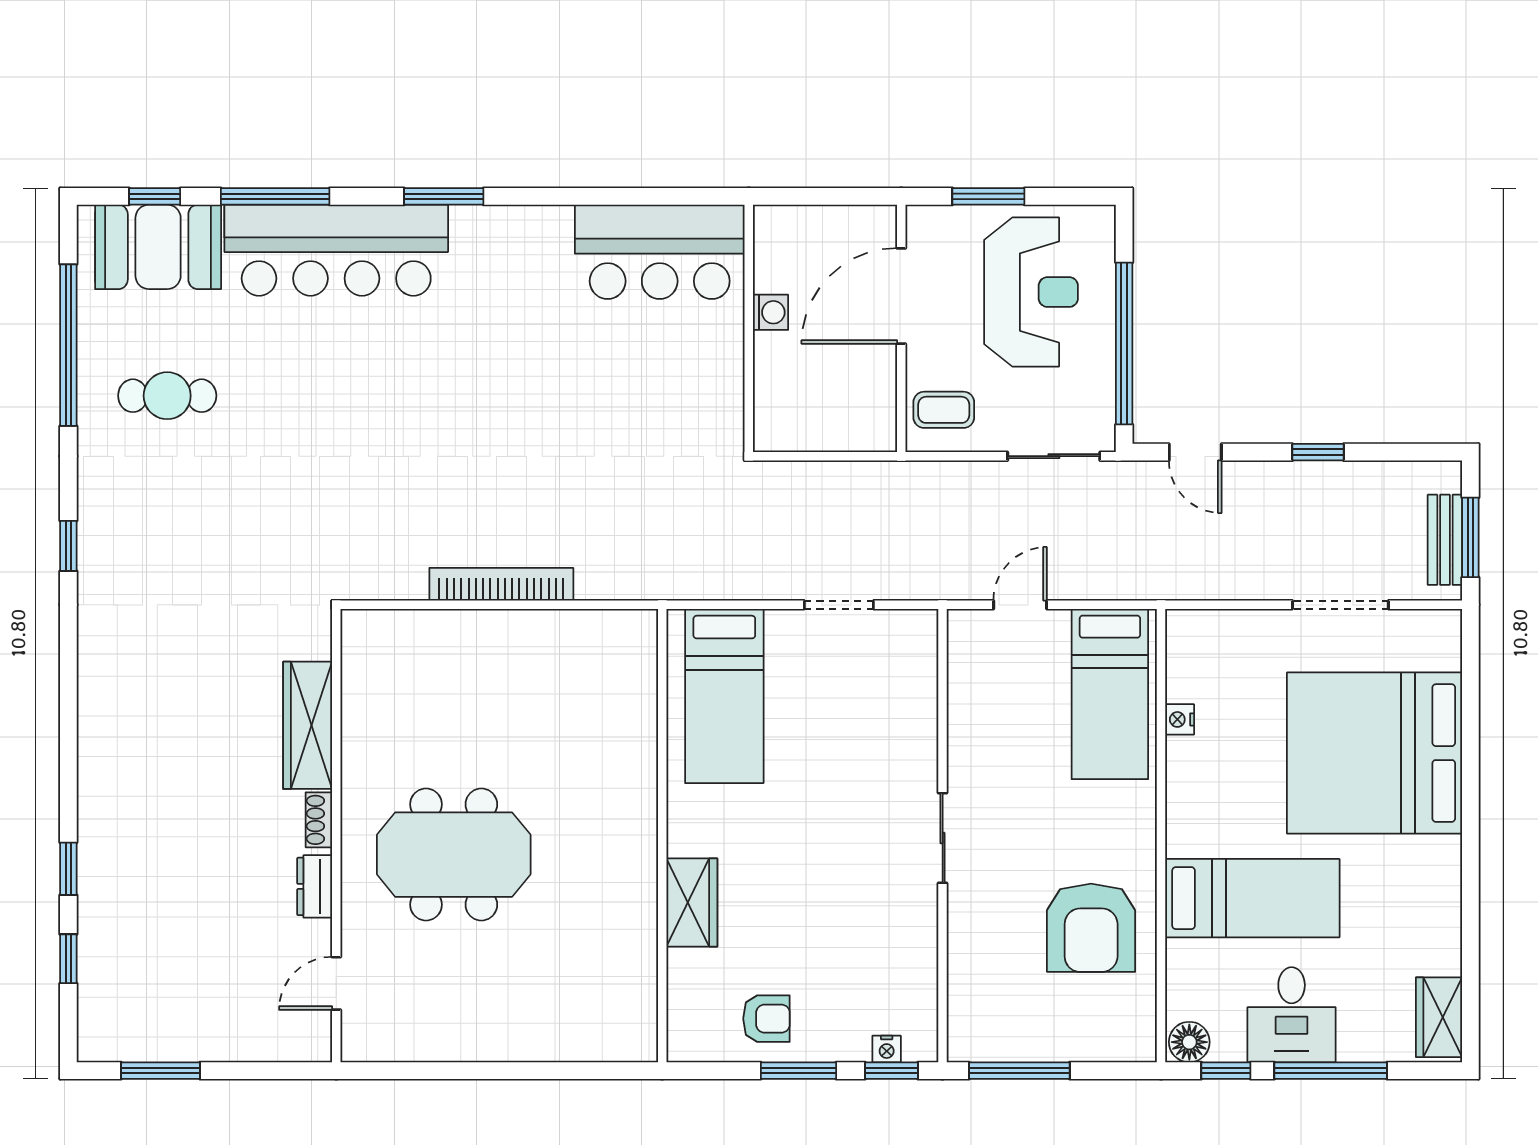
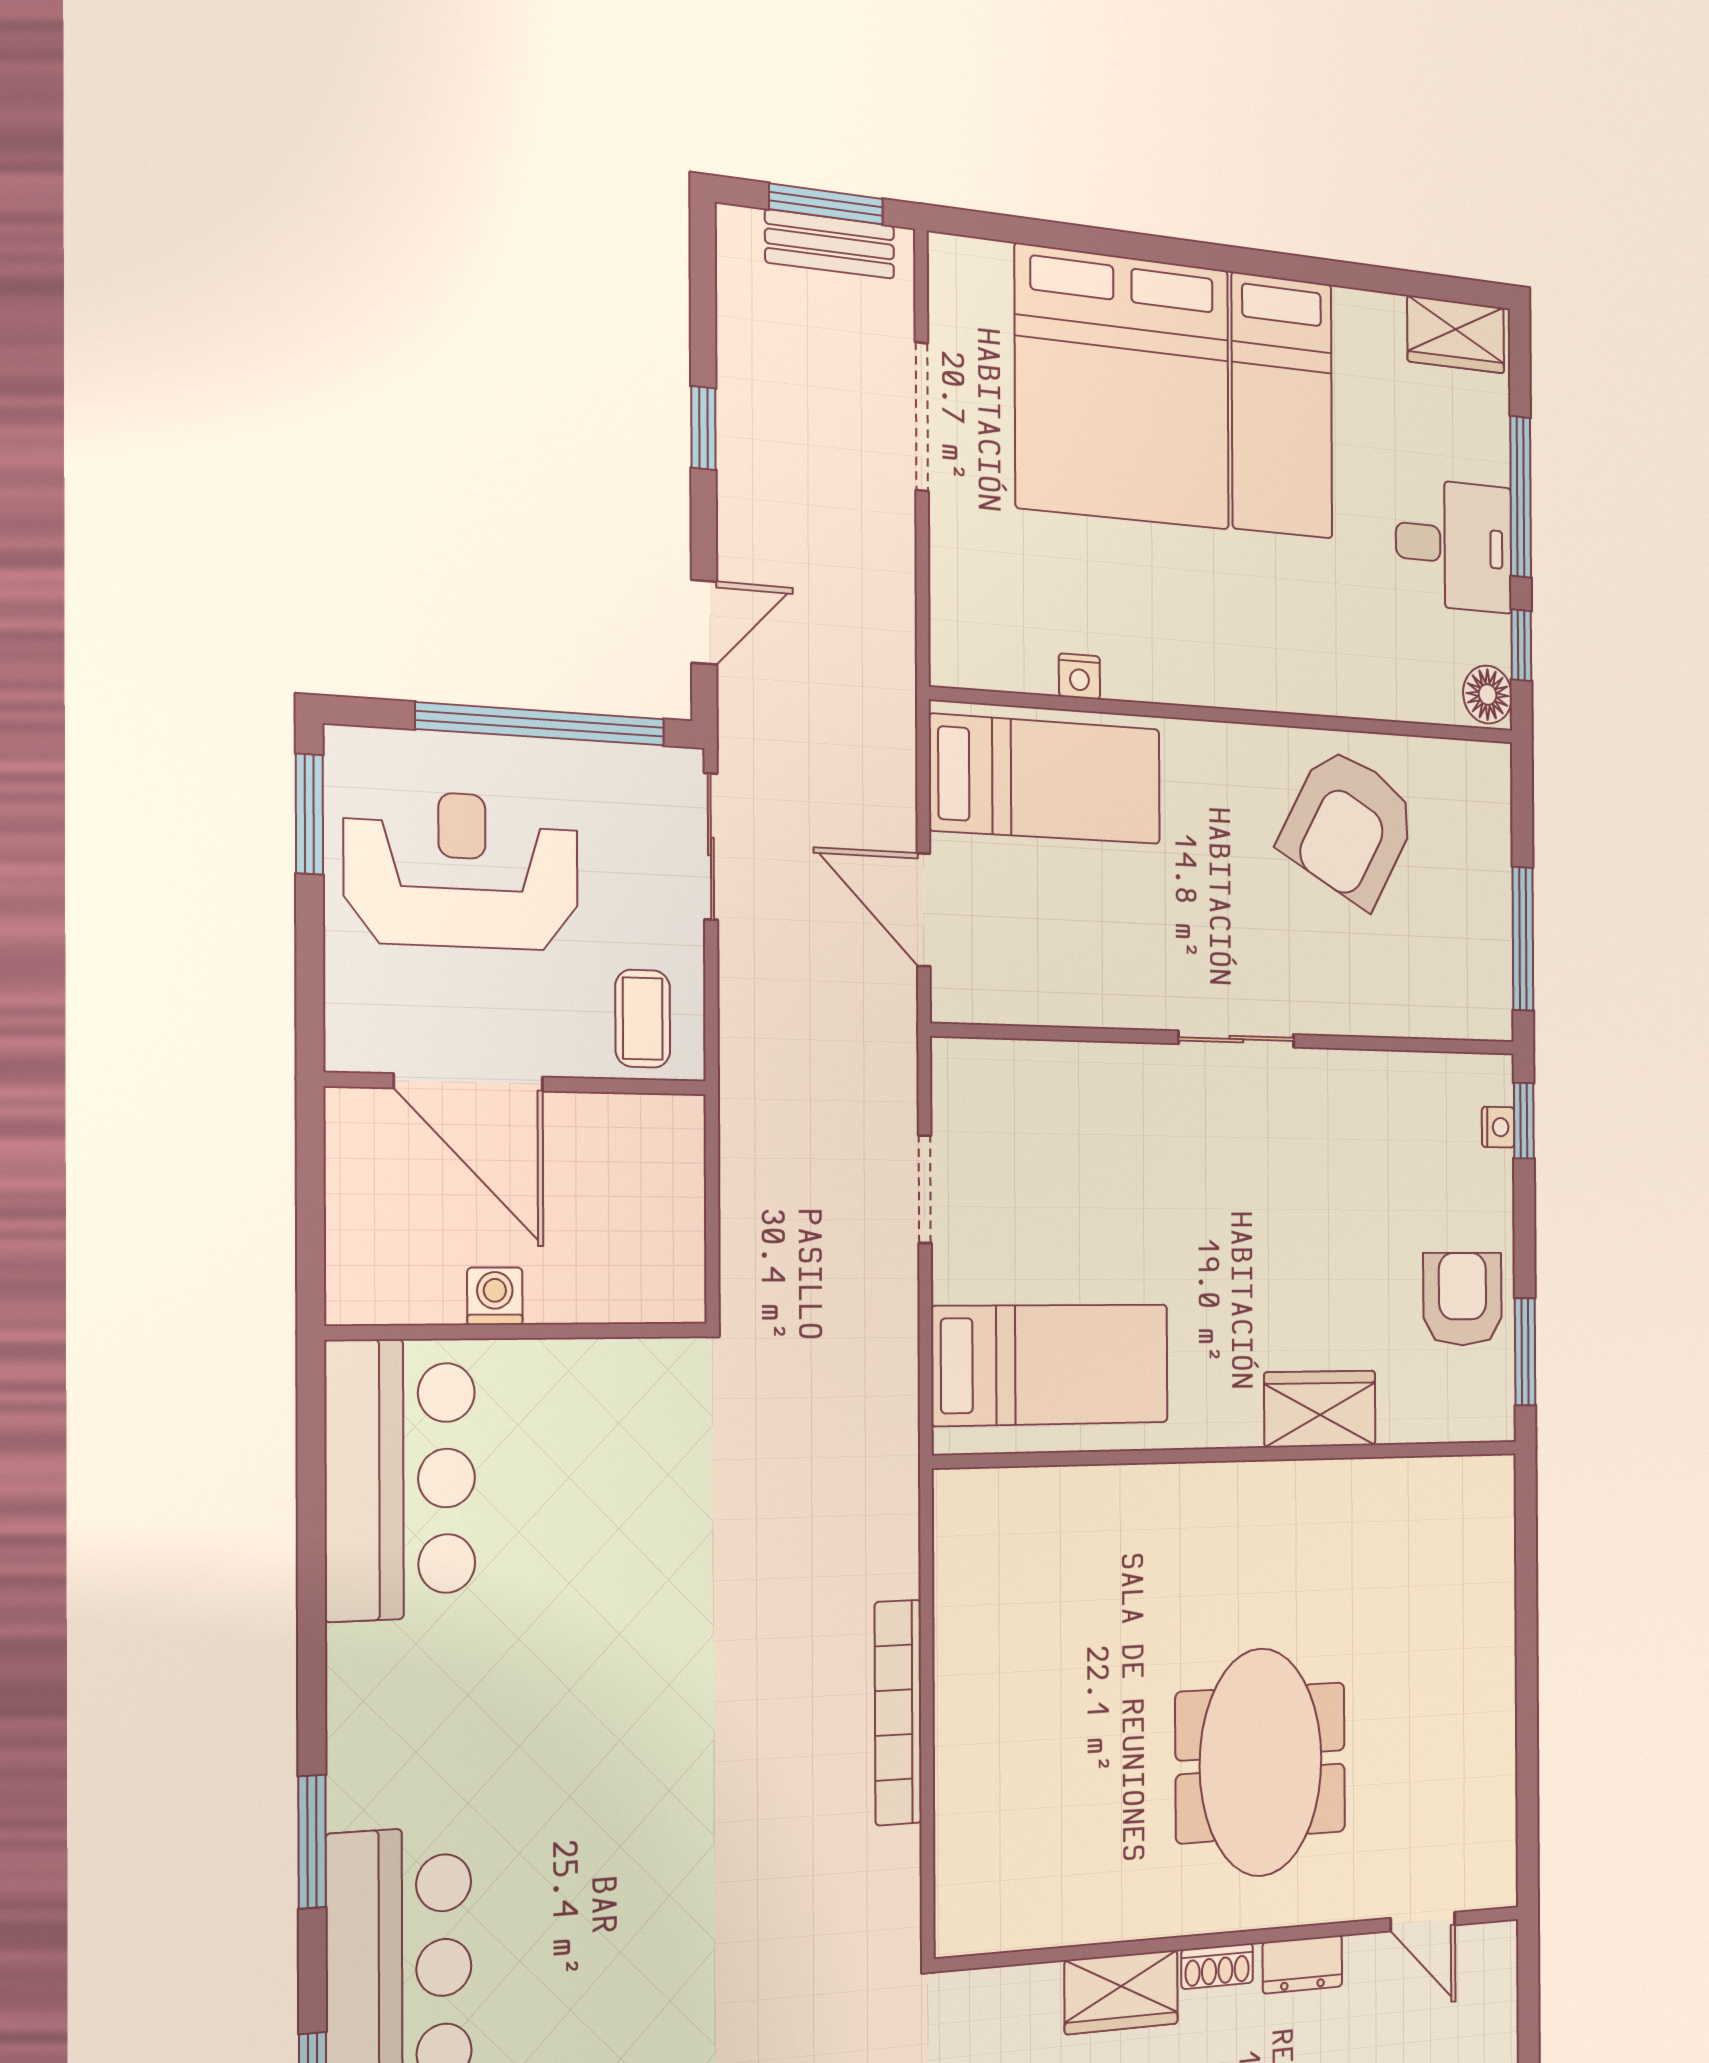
window: (988, 196) -> (309, 814), moved
door: (1020, 605) -> (924, 910), width x1.38
wardrobe: (308, 725) -> (1121, 1992), width x0.67
bed: (1252, 898) -> (1282, 406), moved, turned 180
armchair: (1091, 928) -> (1349, 826), turned 119
armchair: (766, 1019) -> (1463, 1299), width x1.38, depth x1.38
window: (798, 1071) -> (1525, 1352), moved

